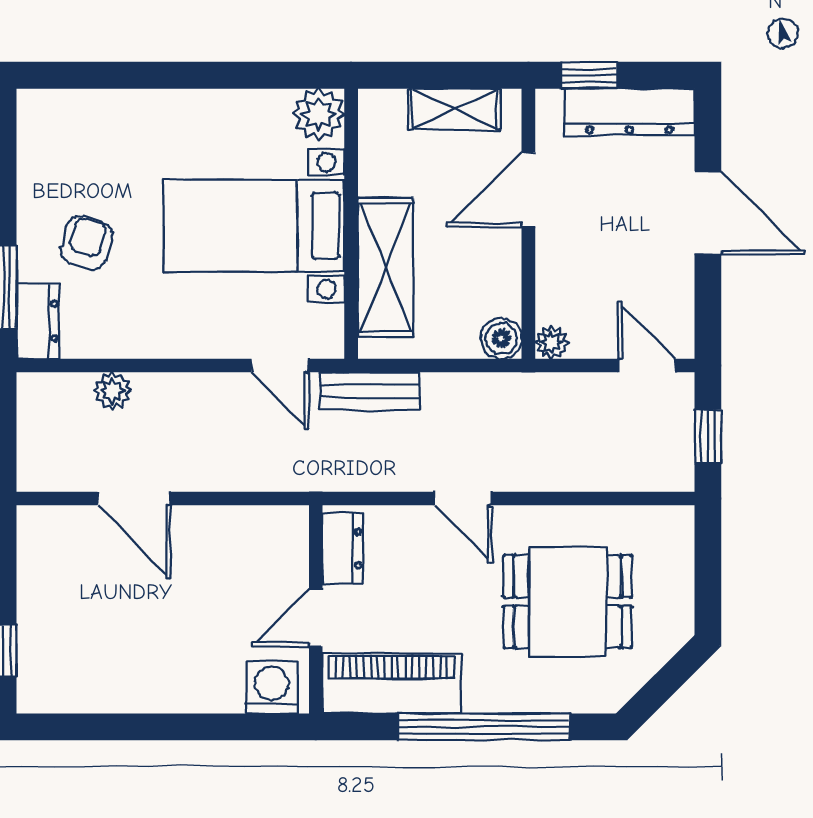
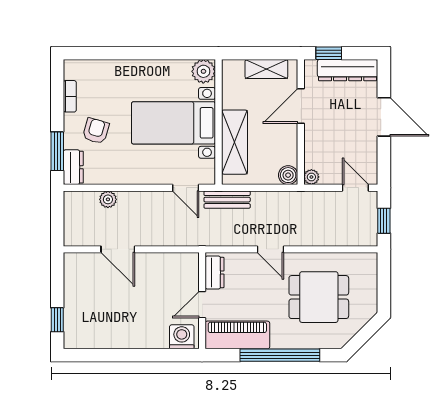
bookcase: (30, 168) -> (70, 96), added

